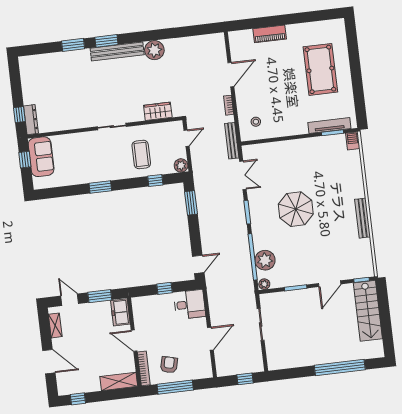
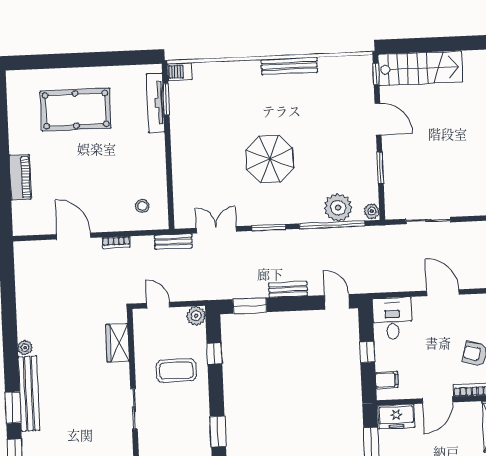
plant: (154, 50) -> (25, 348), width x0.53, depth x0.53
bench: (232, 141) -> (173, 242), width x0.73
bench: (205, 229) -> (288, 289), added
filing cabinet: (146, 304) -> (387, 380), added

